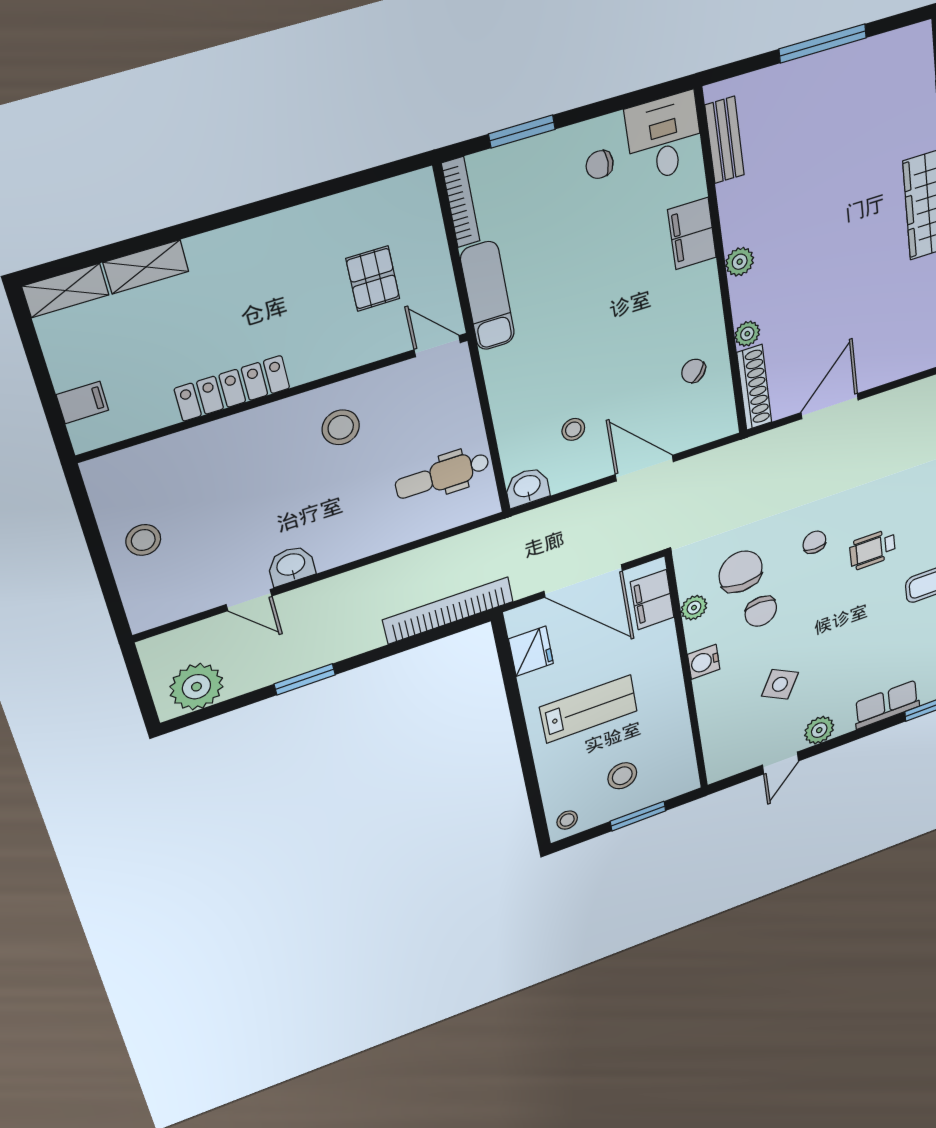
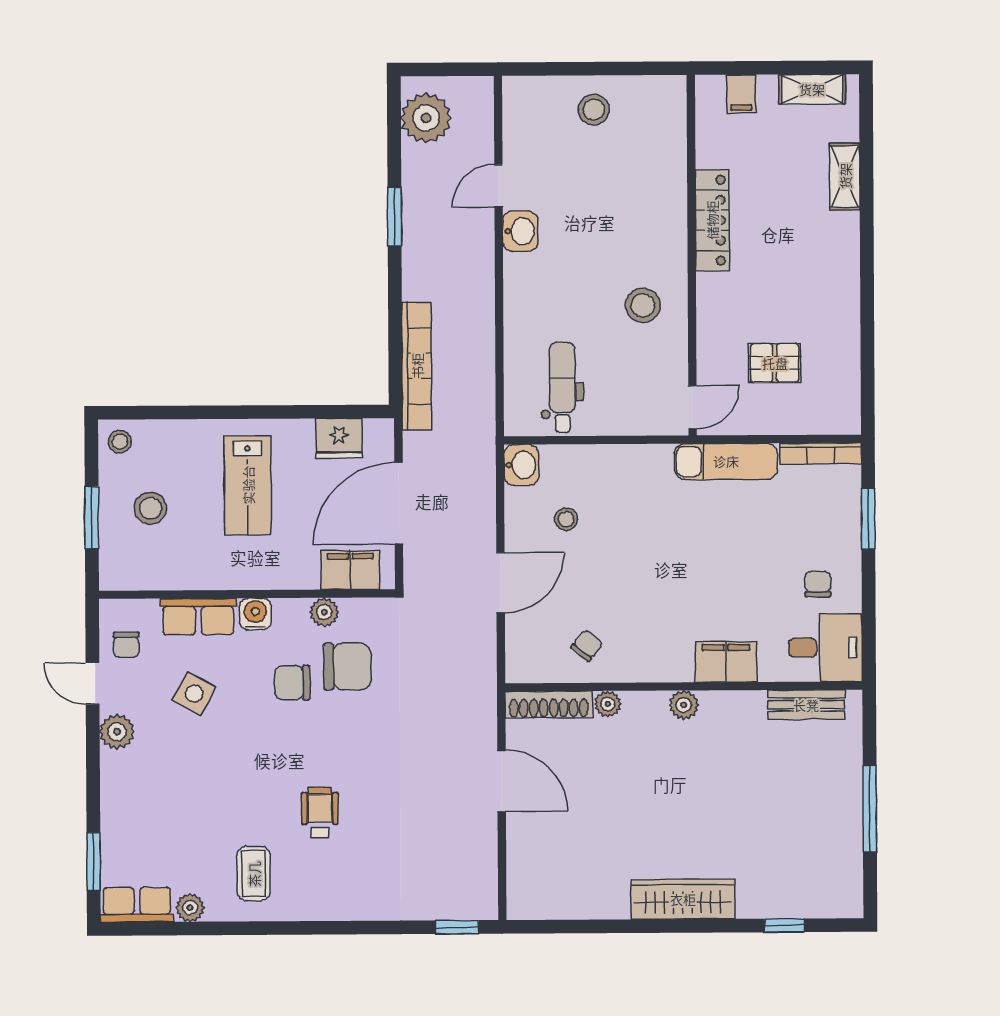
shelving: (65, 291) -> (812, 89), moved, turned 90
chair: (814, 542) -> (126, 645), moved, turned 90
row of seats: (887, 704) -> (198, 617), moved, turned 90

